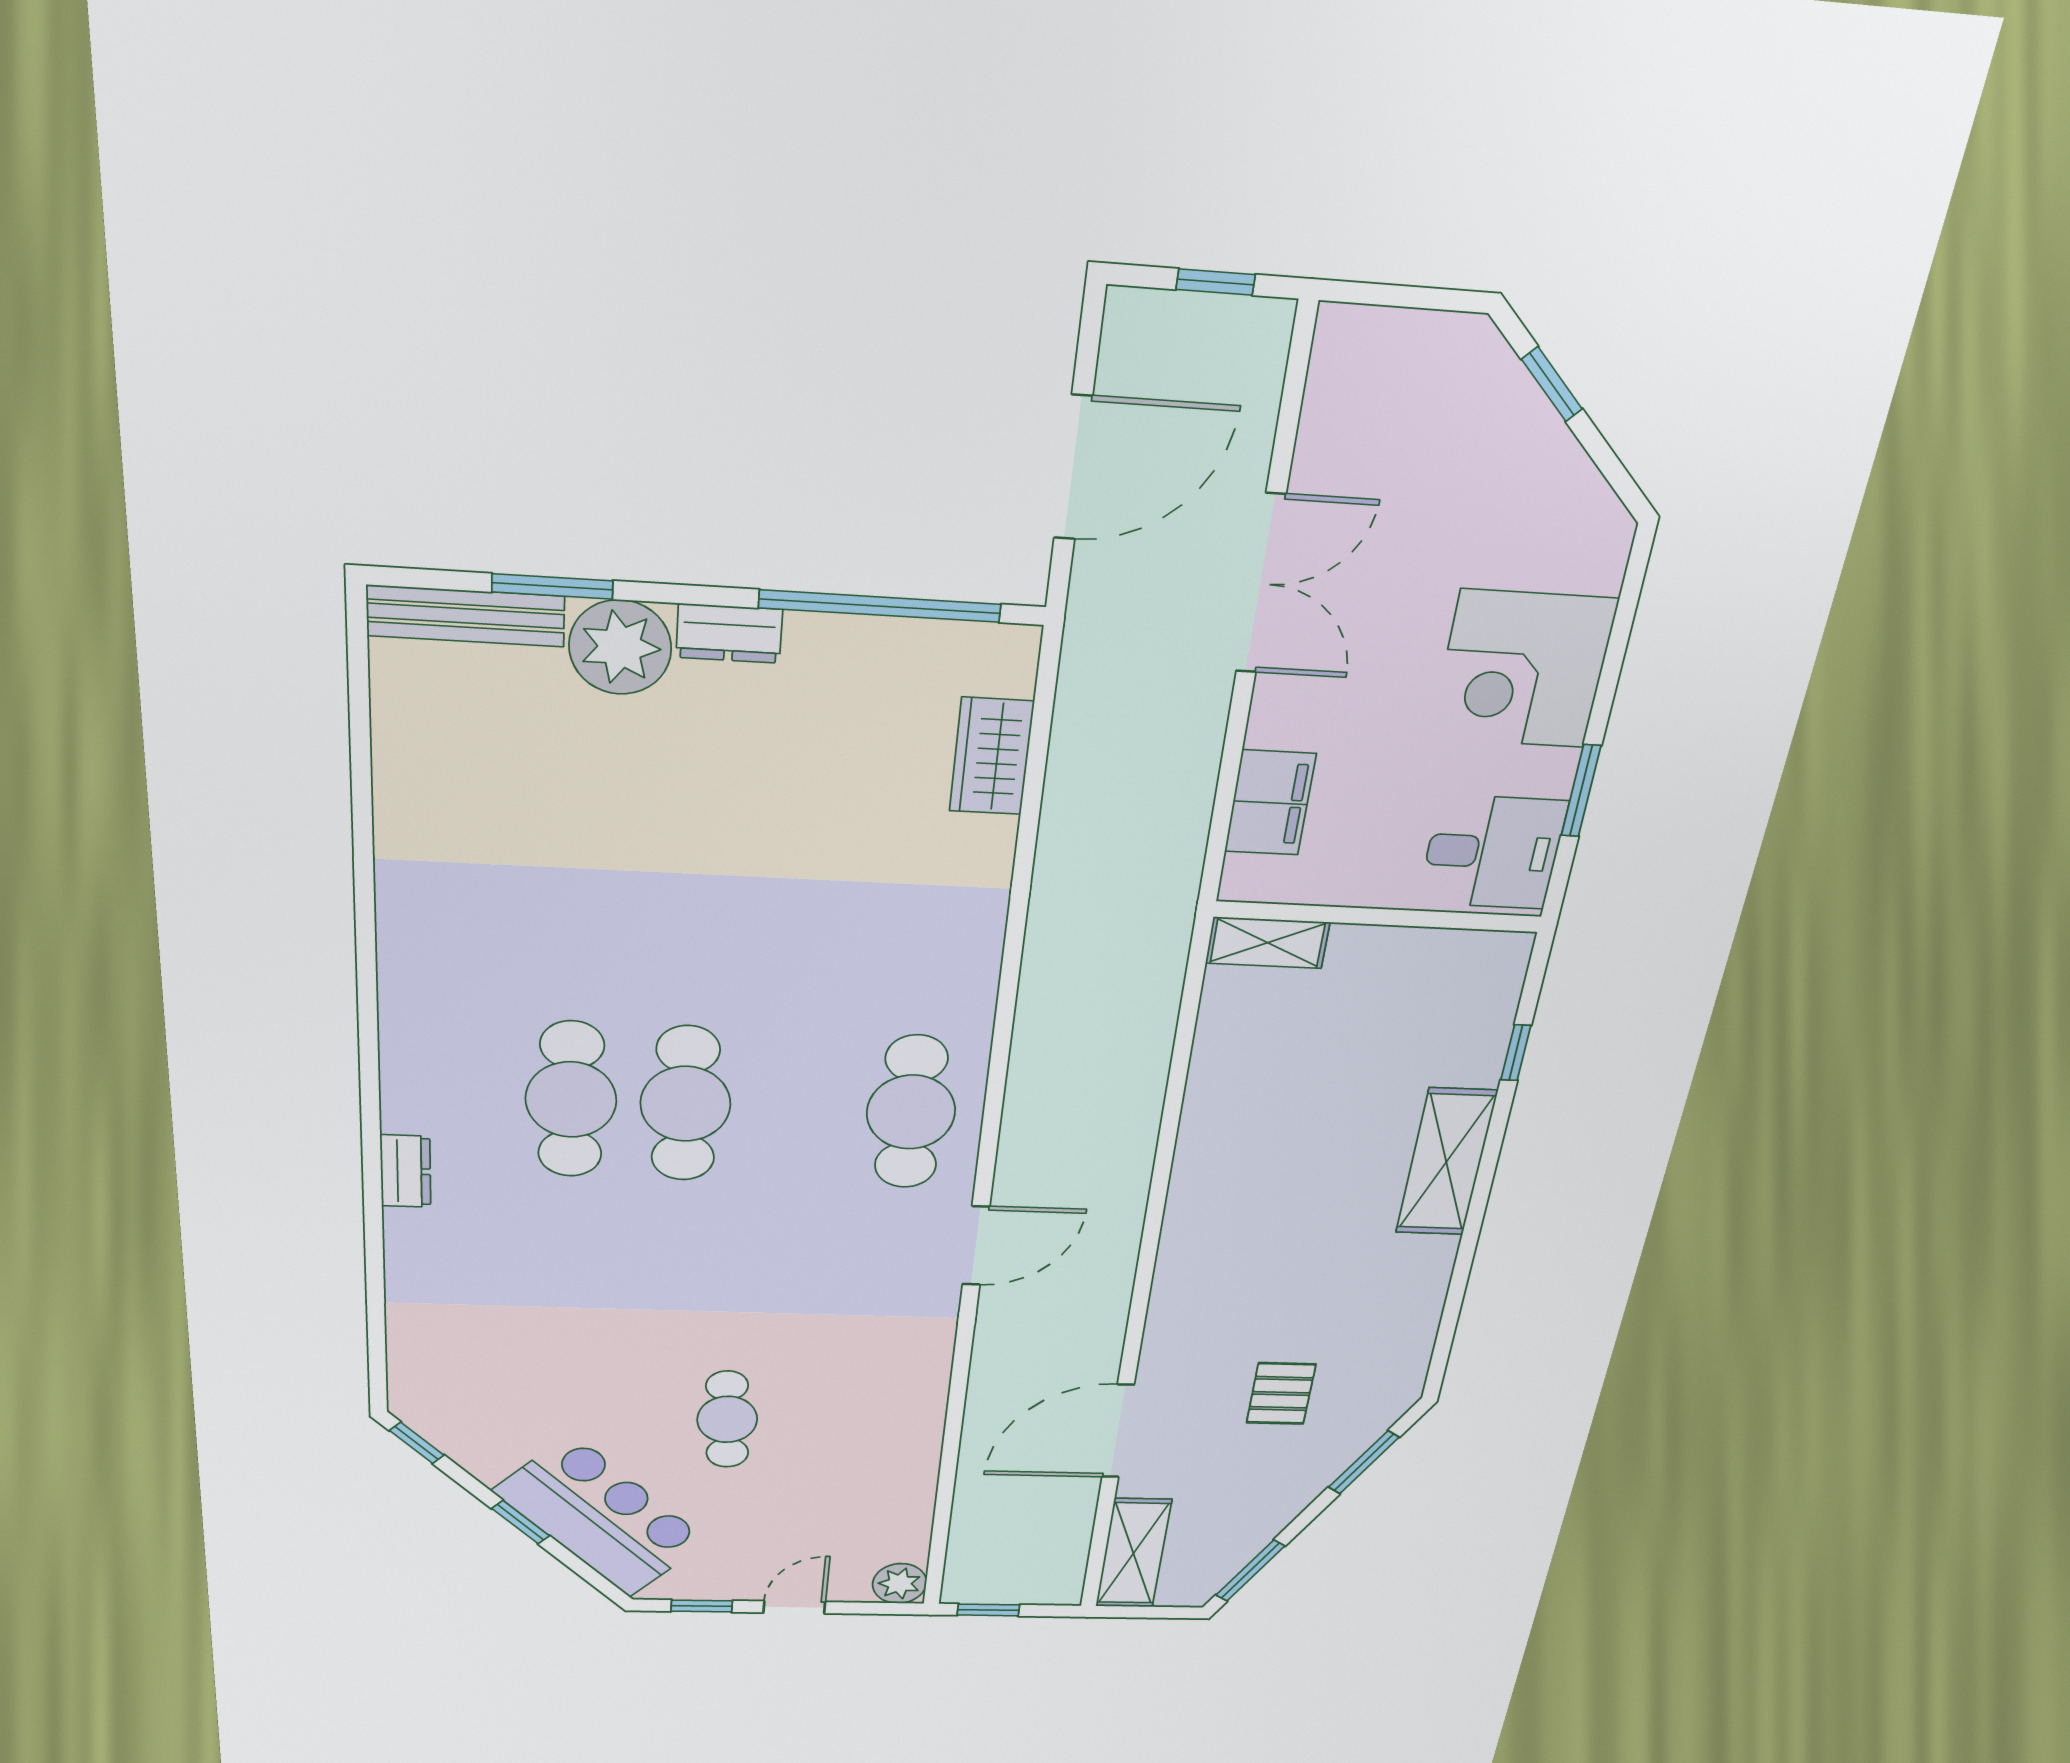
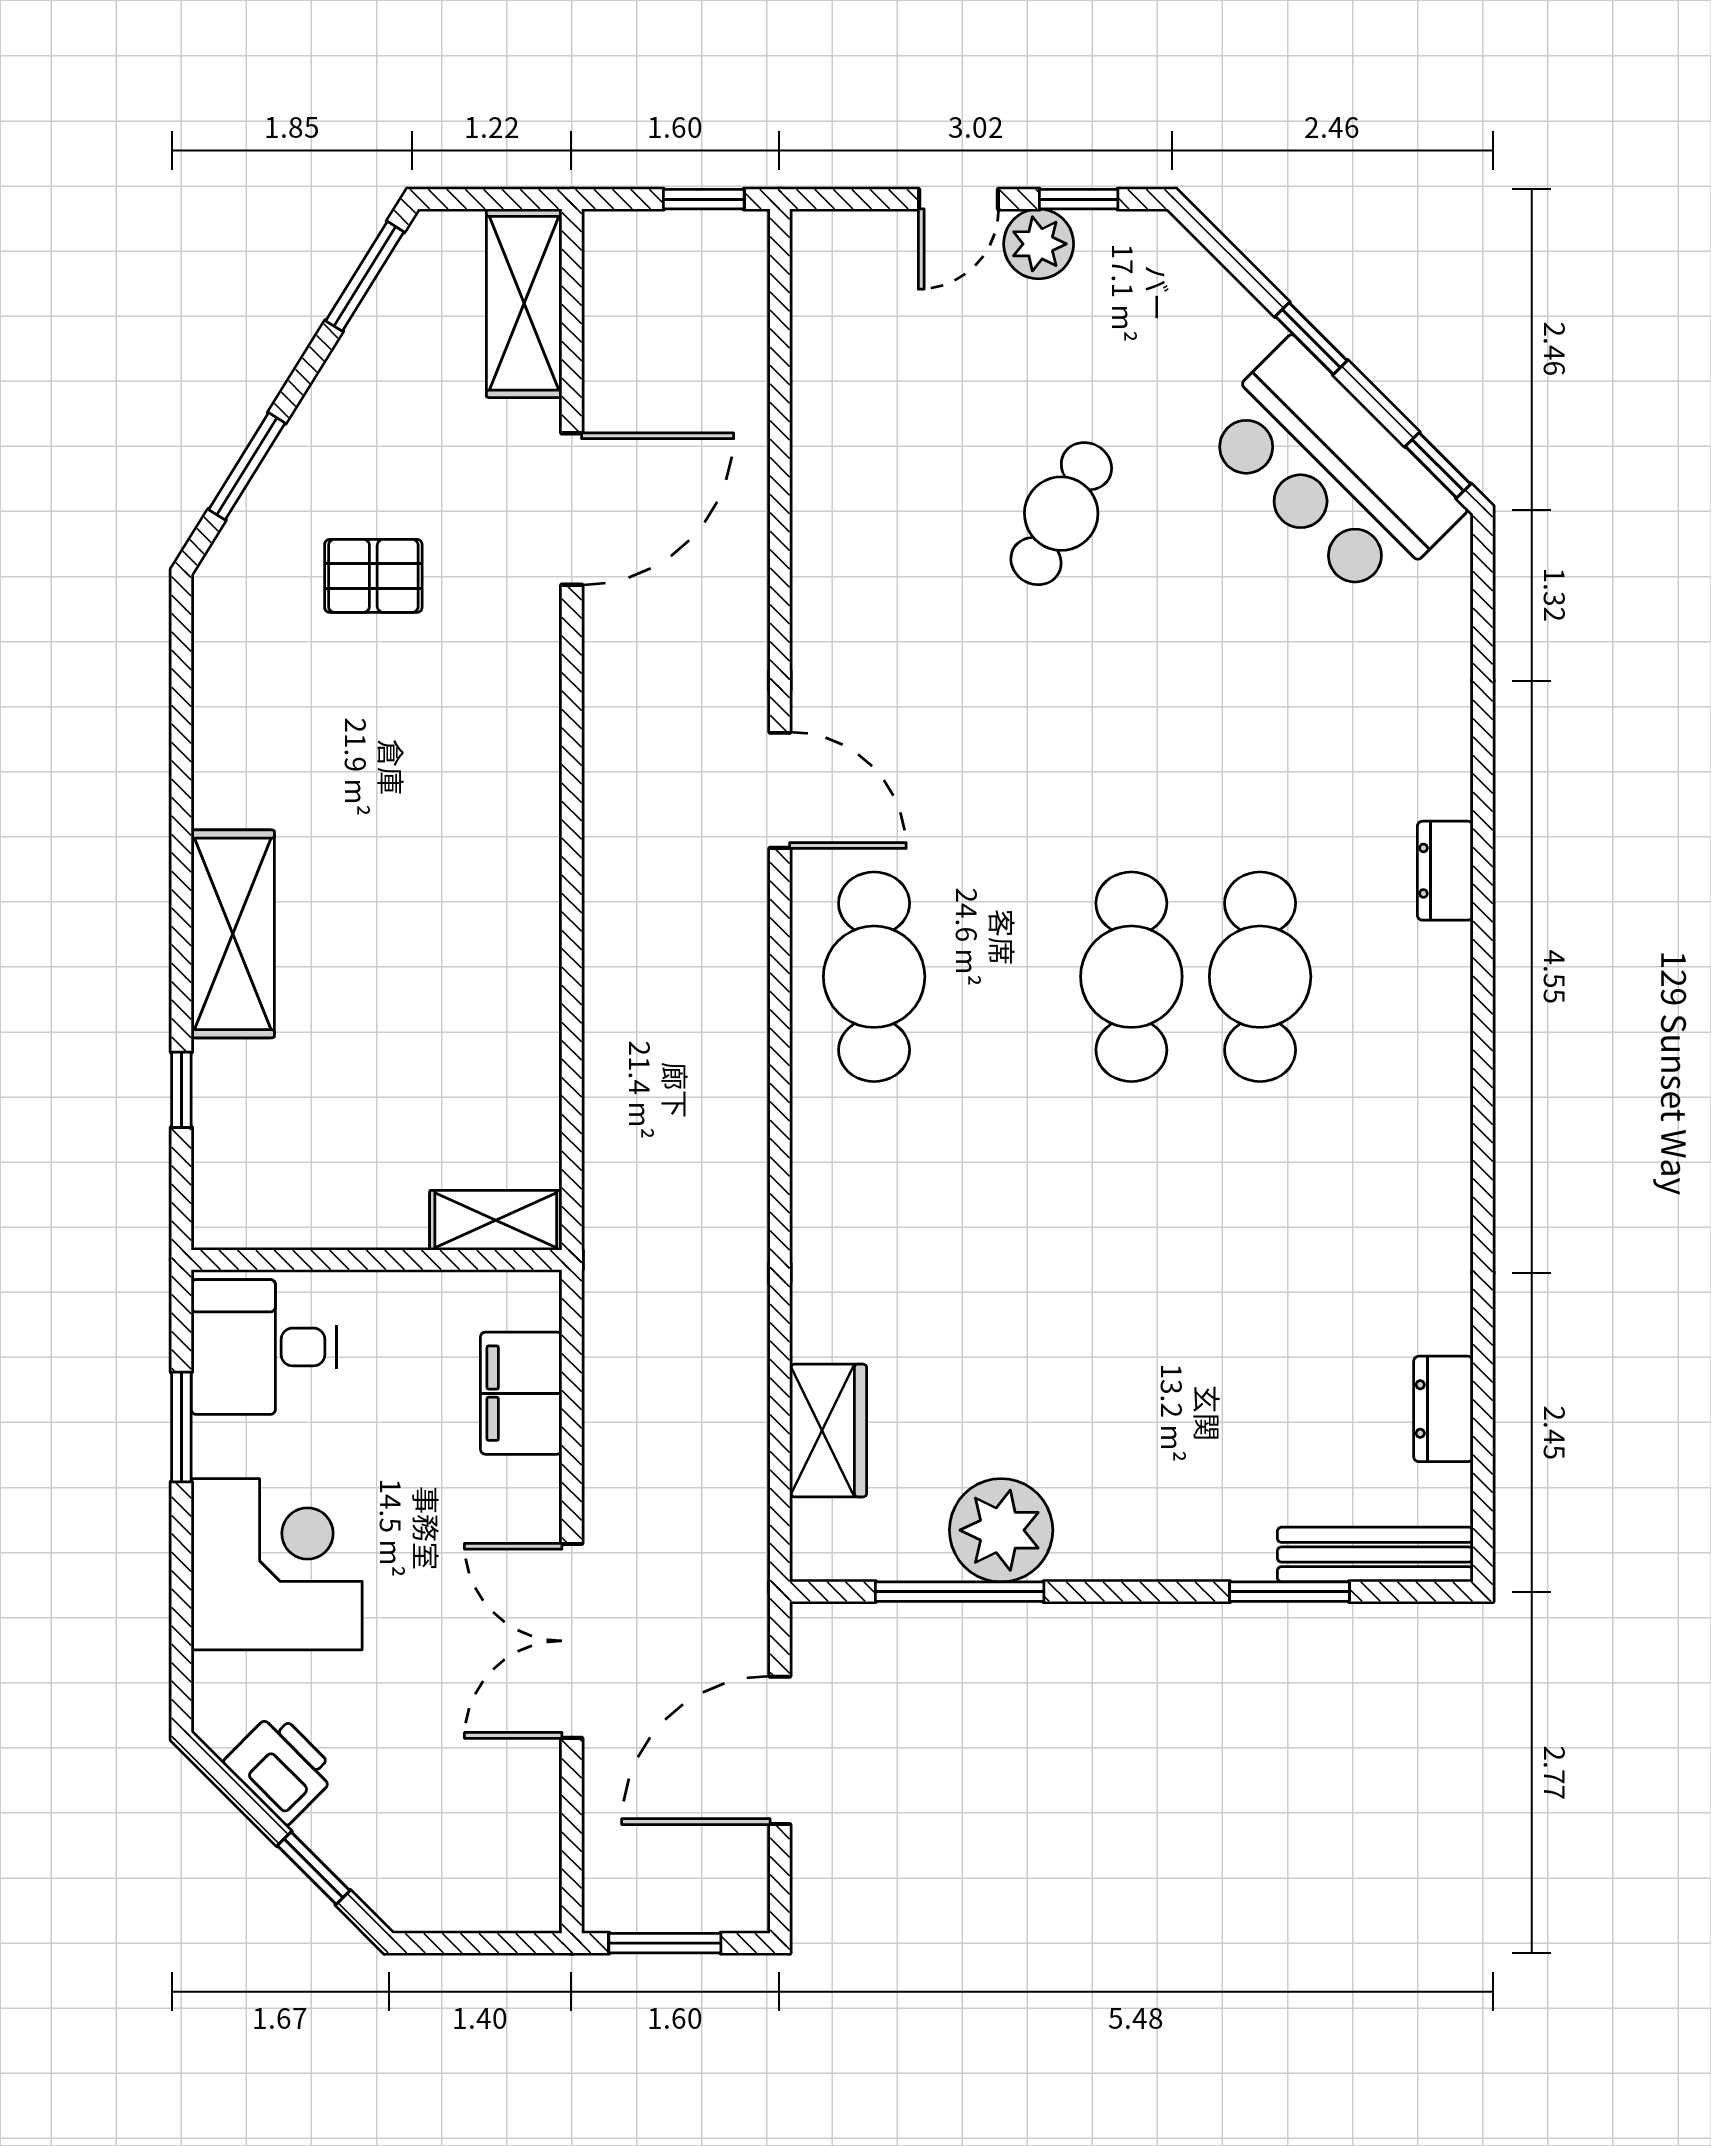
window: (1216, 282) -> (665, 1943), width x1.50
printer: (1562, 484) -> (281, 1768), added
window: (880, 606) -> (960, 1592), width x0.68
dresser: (729, 633) -> (1443, 1409), moved, turned -90
plant: (620, 647) -> (1001, 1530), moved
door: (976, 1246) -> (780, 790), swing flipped
pallet: (1281, 1393) -> (373, 576), turned 90
cafe table: (727, 1419) -> (1061, 514), turned 31
bar counter: (601, 1516) -> (1331, 471), moved
plant: (900, 1583) -> (1039, 244), moved

